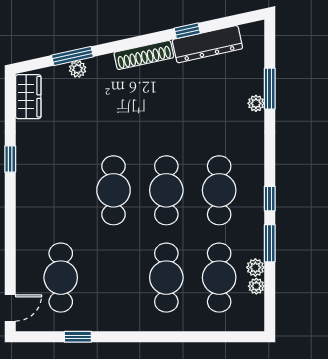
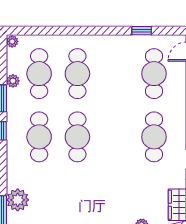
plant: (256, 103) -> (18, 200), width x1.87, depth x1.87
cafe table: (114, 190) -> (154, 137), moved
plant: (256, 286) -> (12, 41), moved

